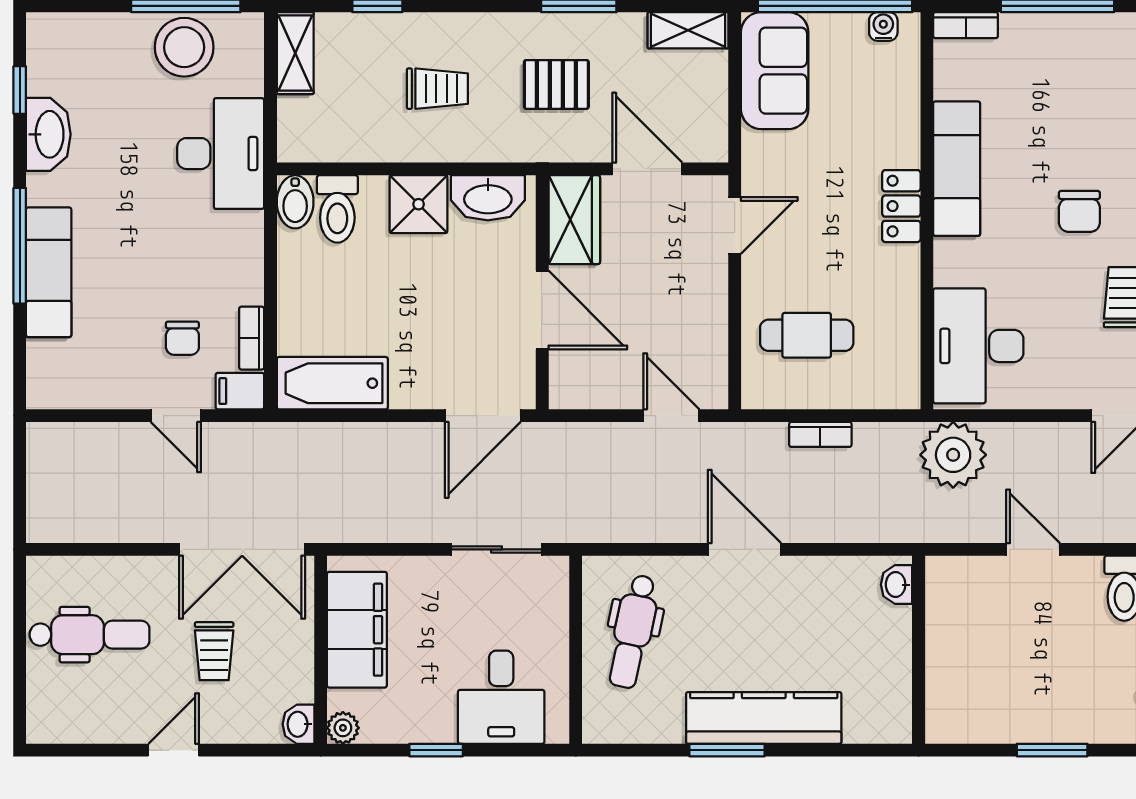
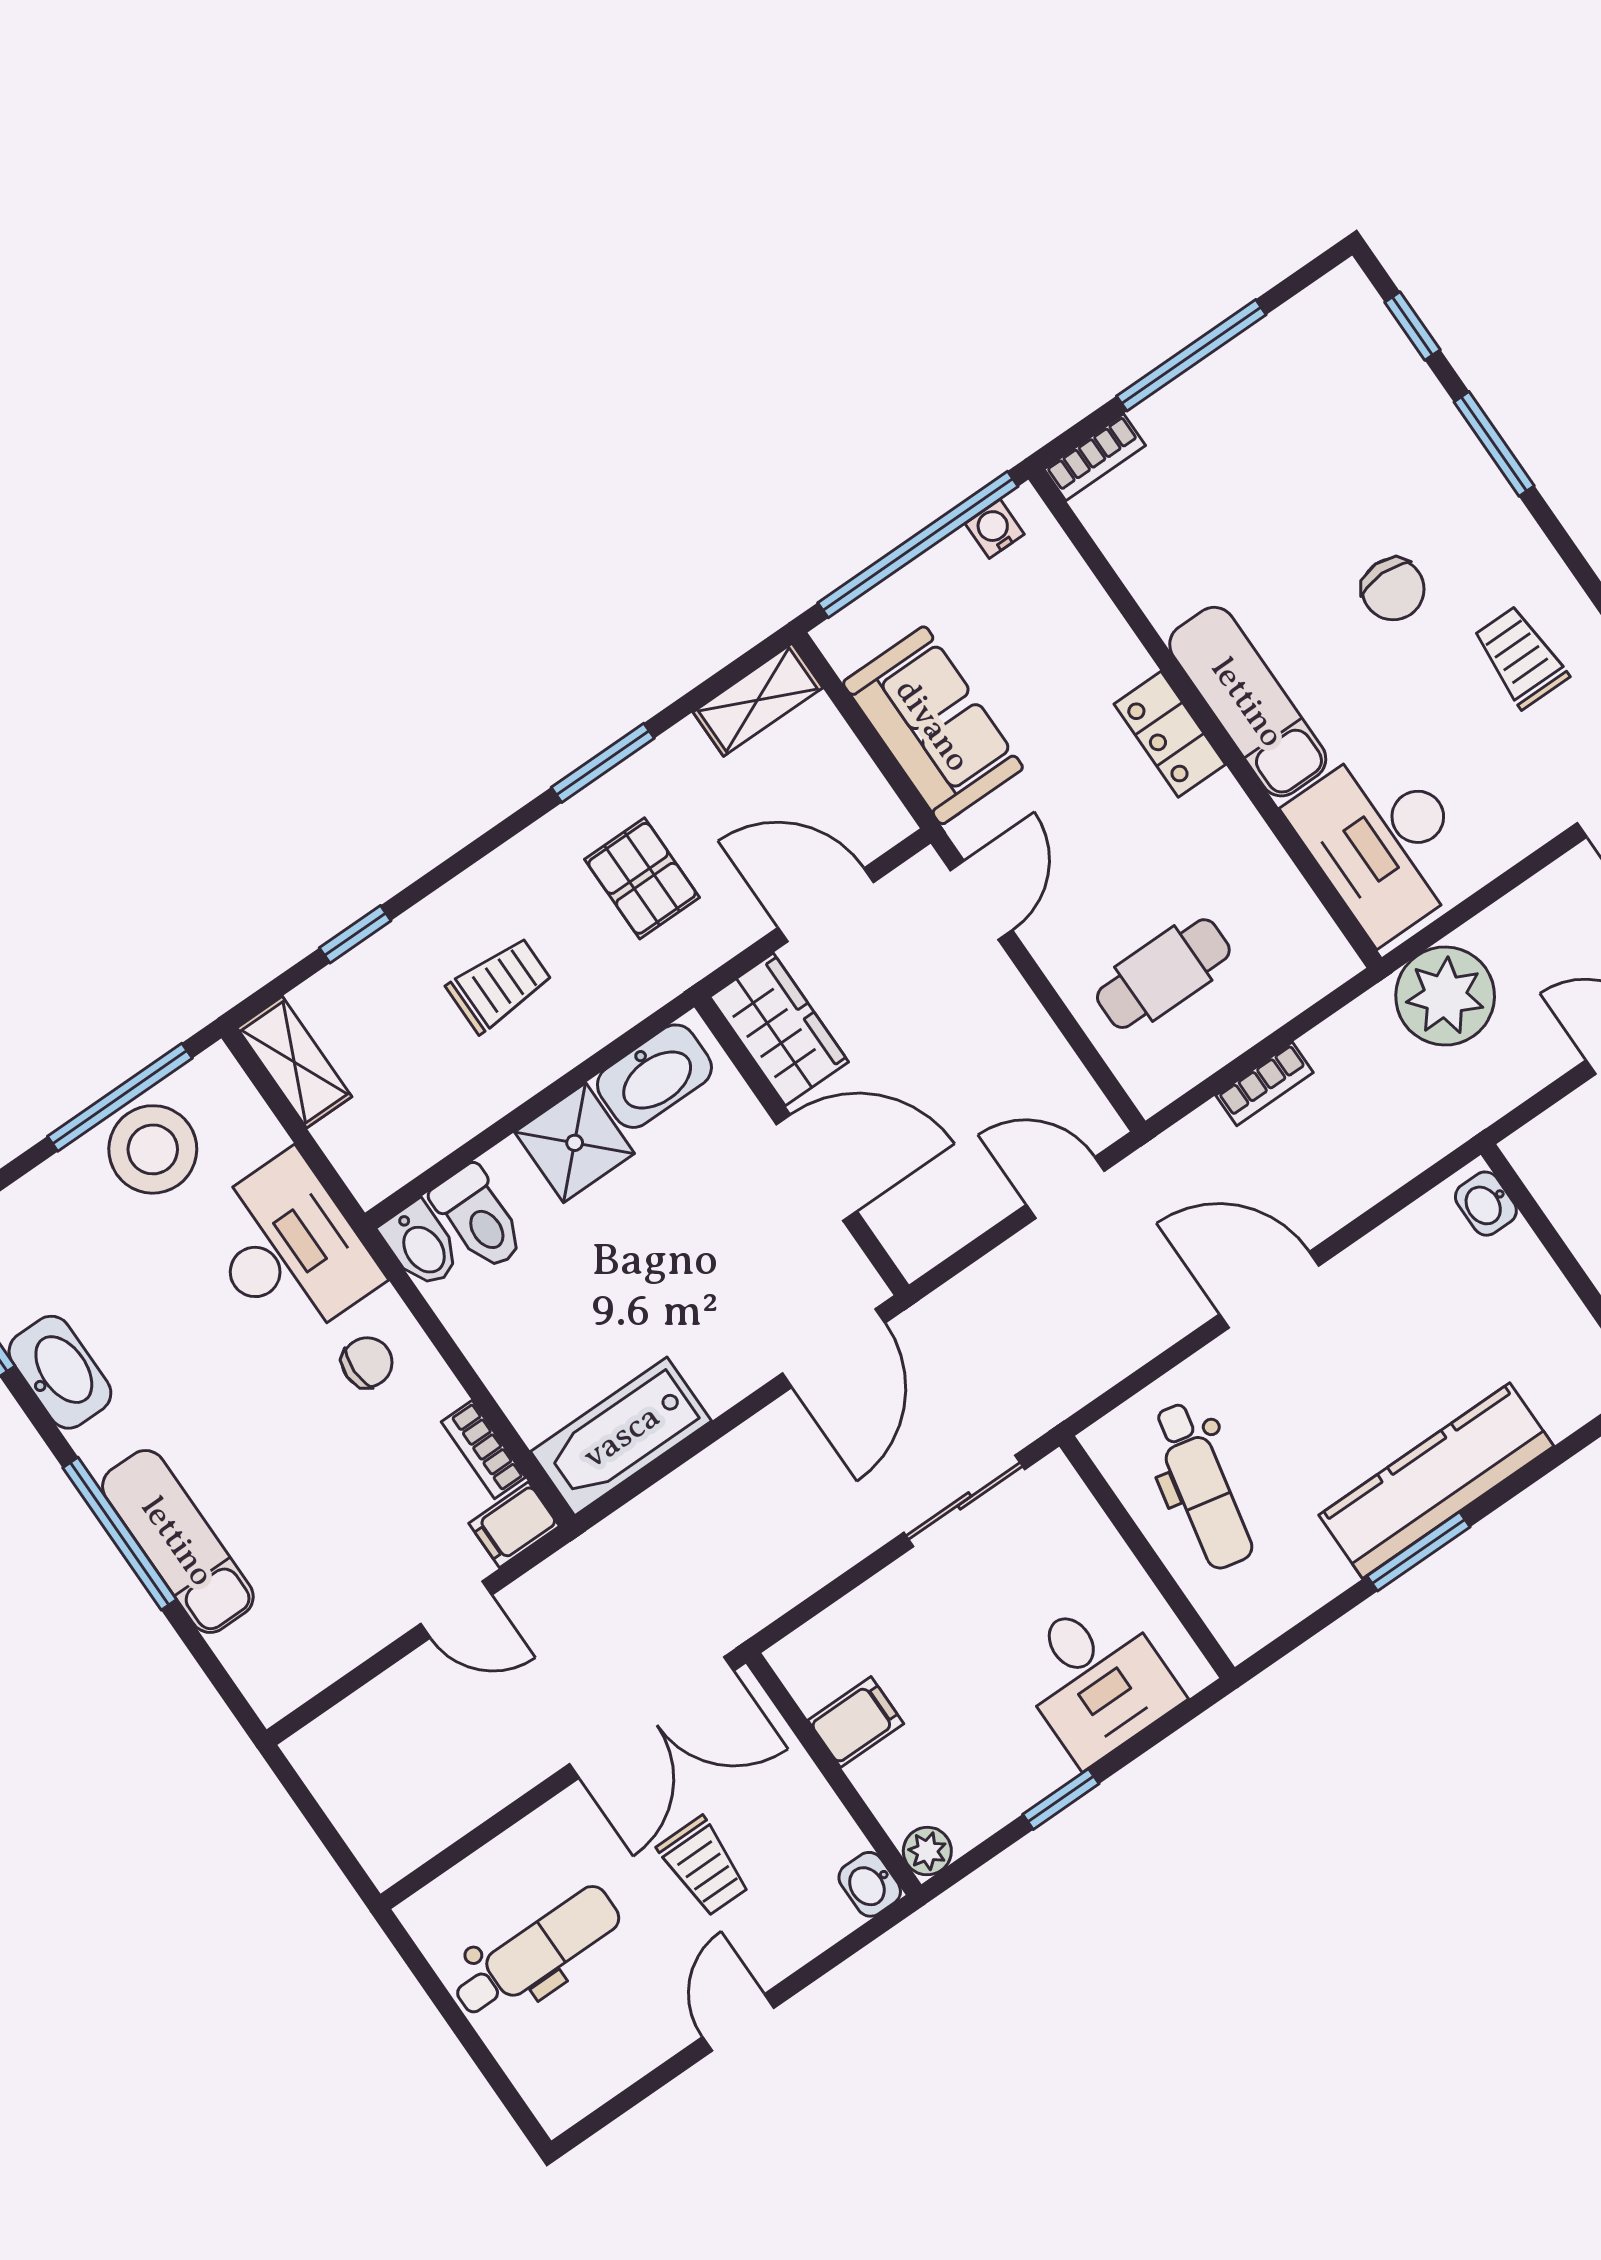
sofa: (775, 71) -> (933, 725), moved
pallet: (556, 84) -> (642, 878), turned 90
exam couch: (957, 169) -> (1248, 702), moved
chair: (182, 338) -> (367, 1362), moved, turned -90
filing cabinet: (357, 630) -> (856, 1722), width x0.33, depth x0.86

